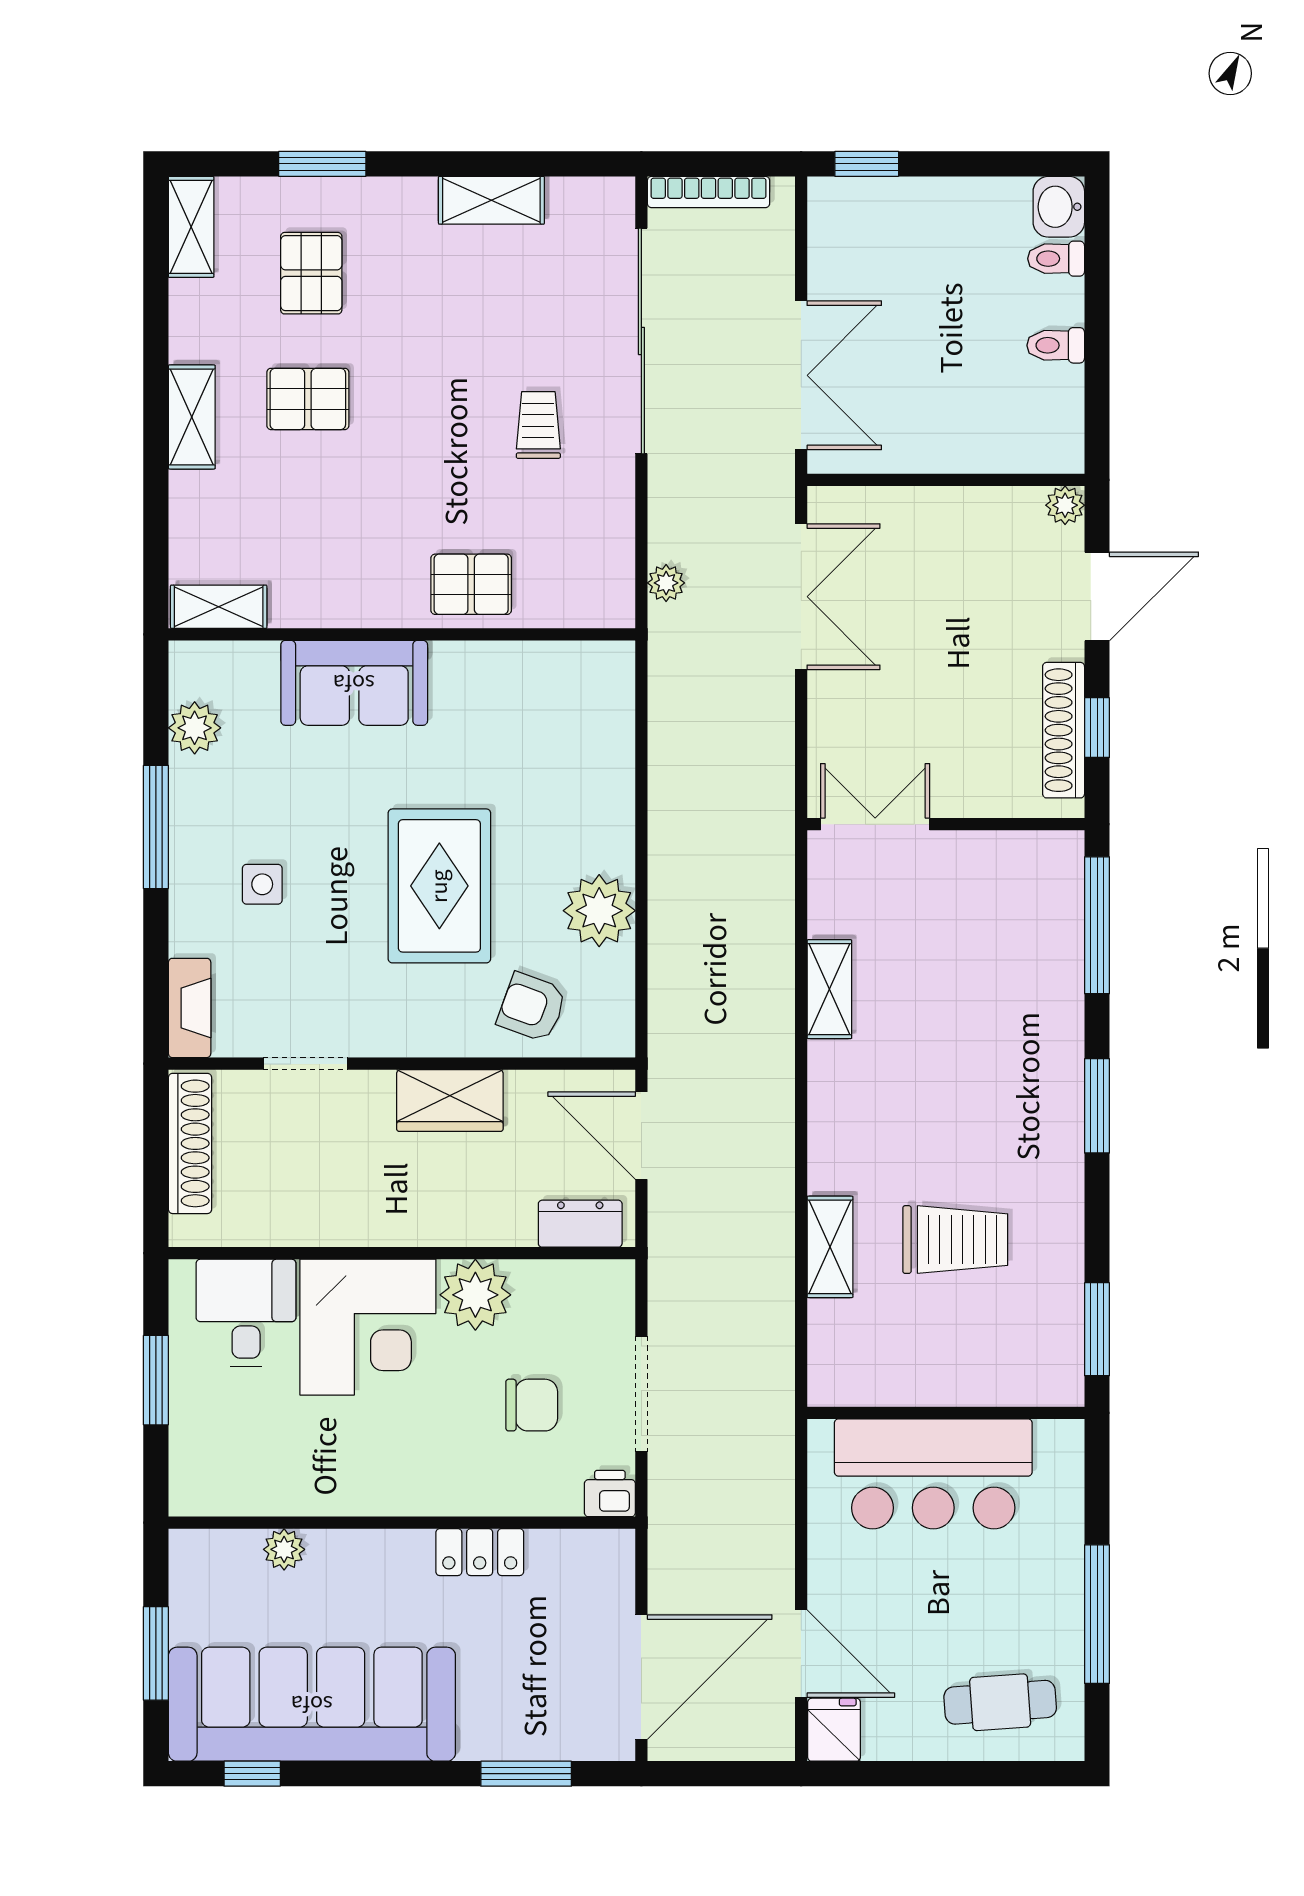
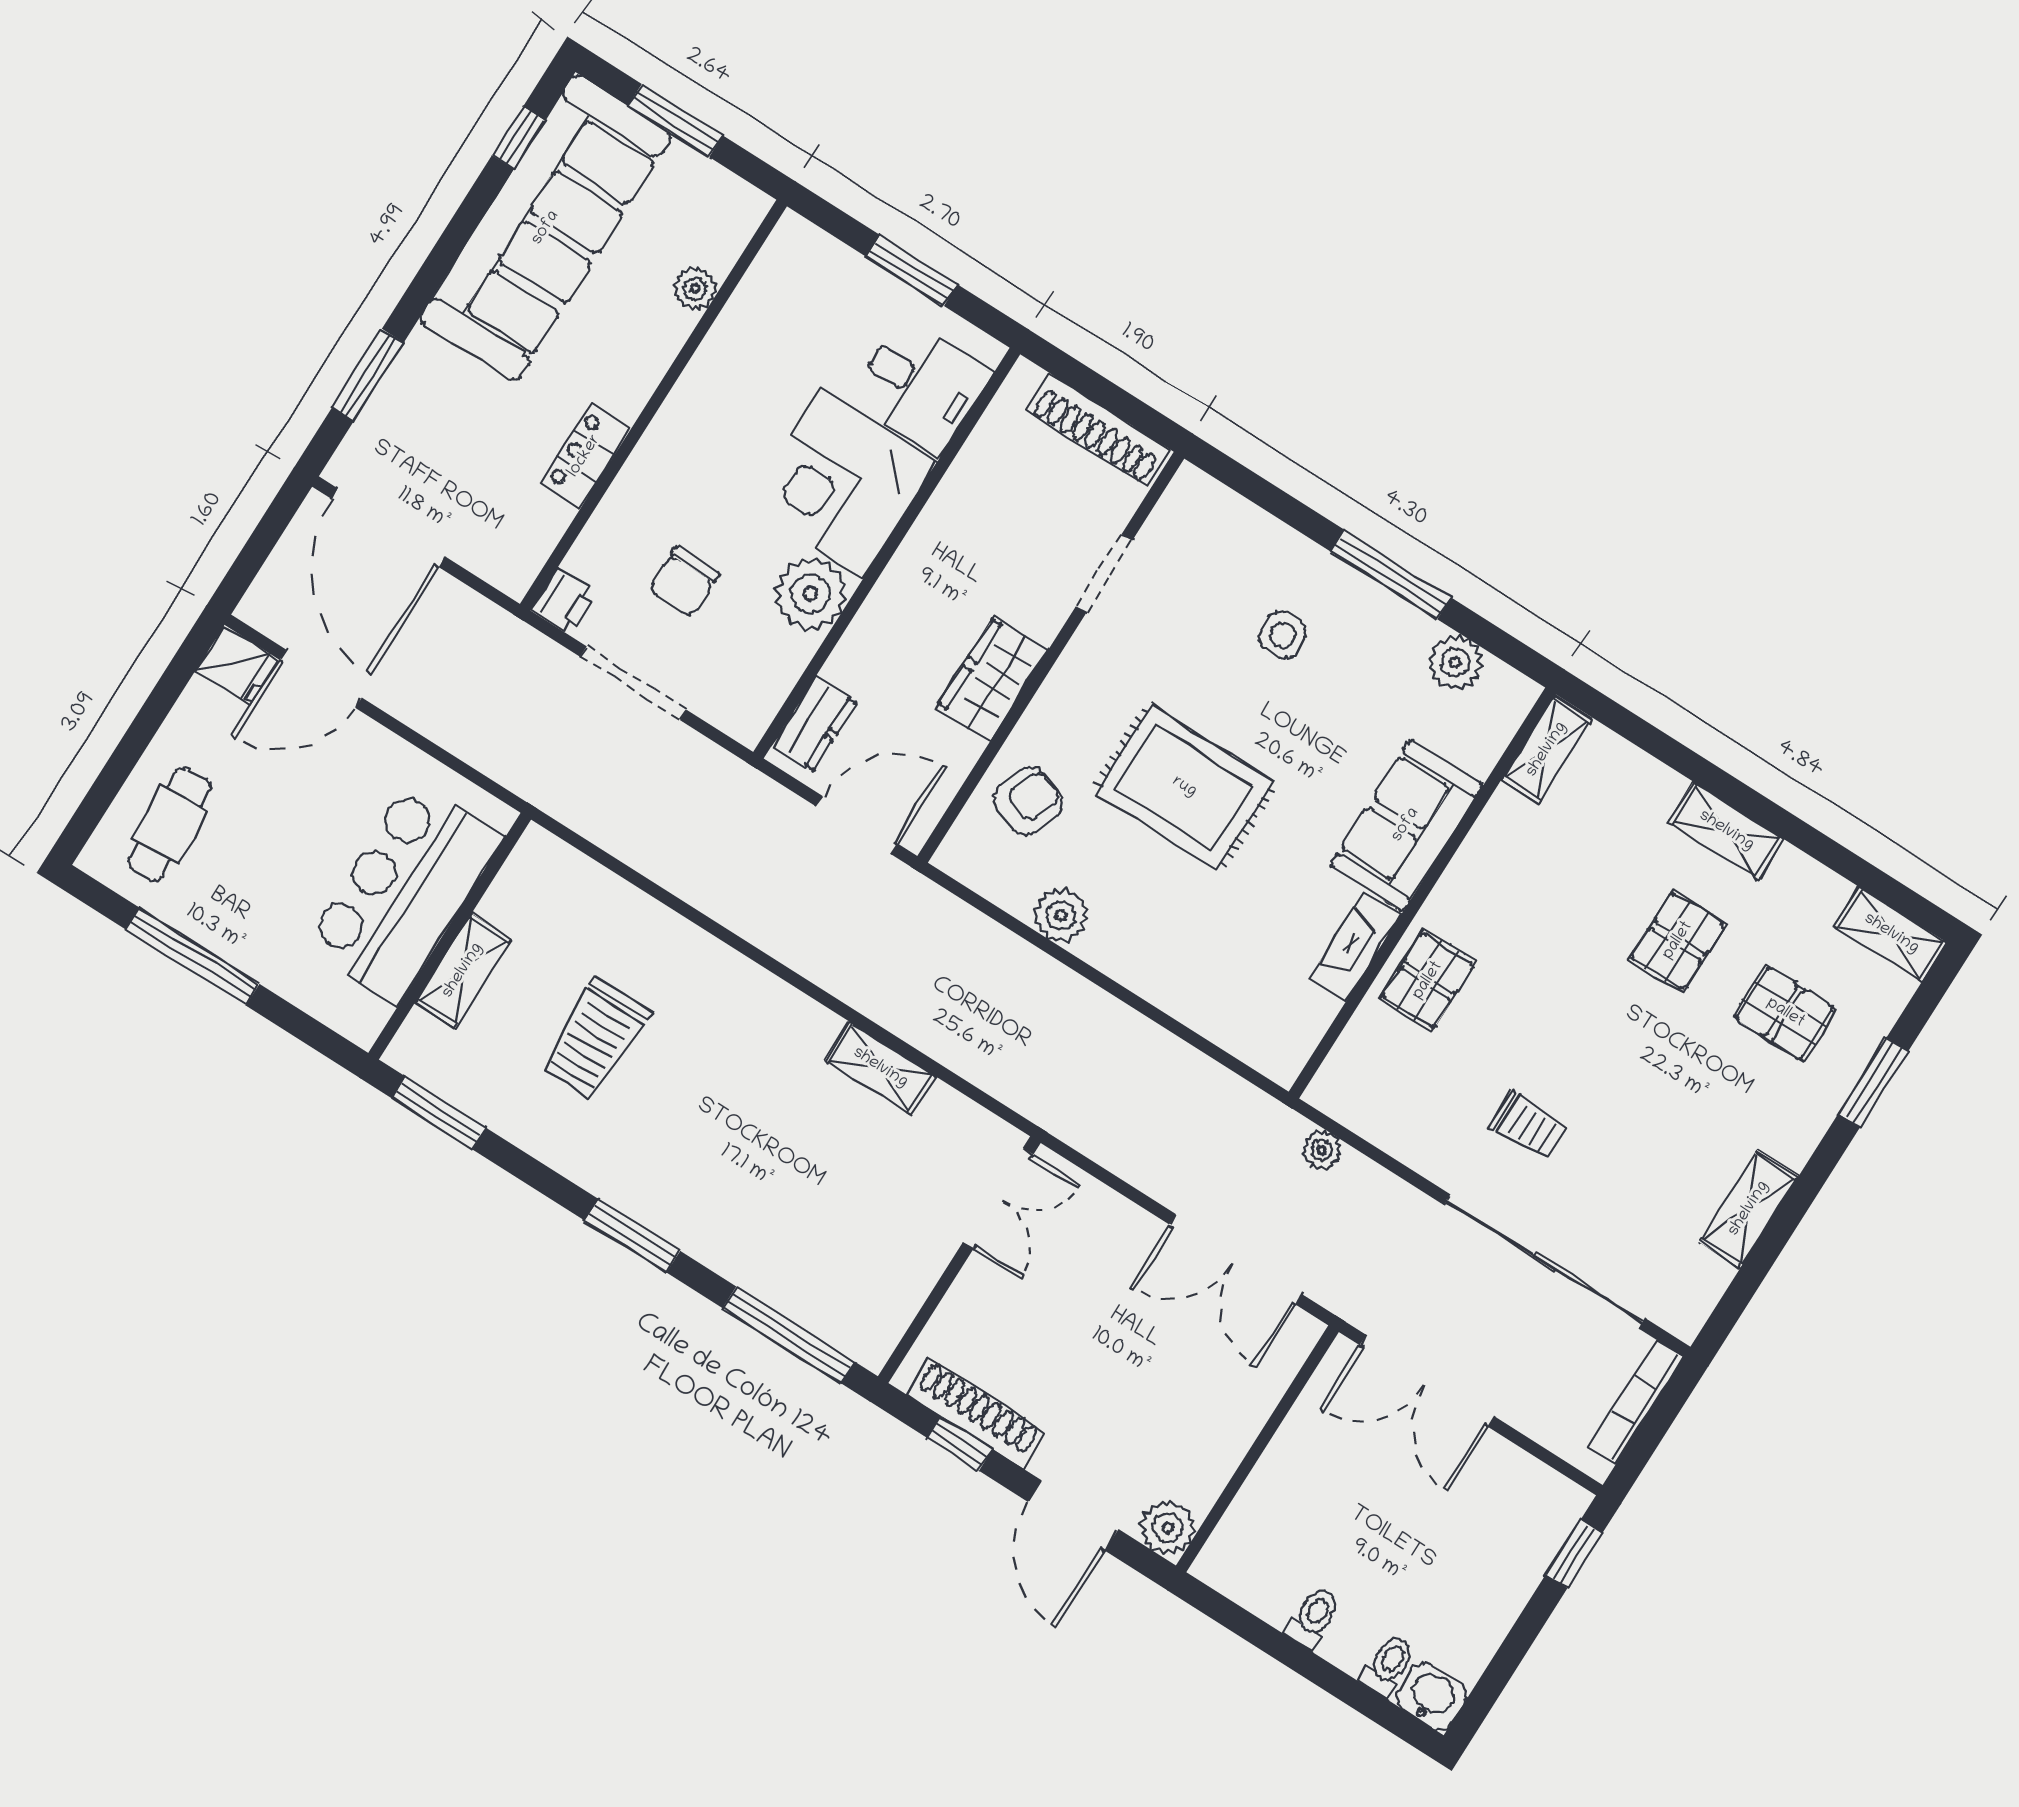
plant: (1065, 505) -> (1167, 1528), width x1.38, depth x1.38
plant: (599, 911) -> (1061, 915), width x0.73, depth x0.73
fireplace: (190, 1008) -> (1355, 947), moved, turned 90
shelving: (830, 1247) -> (463, 971), moved, turned 90

